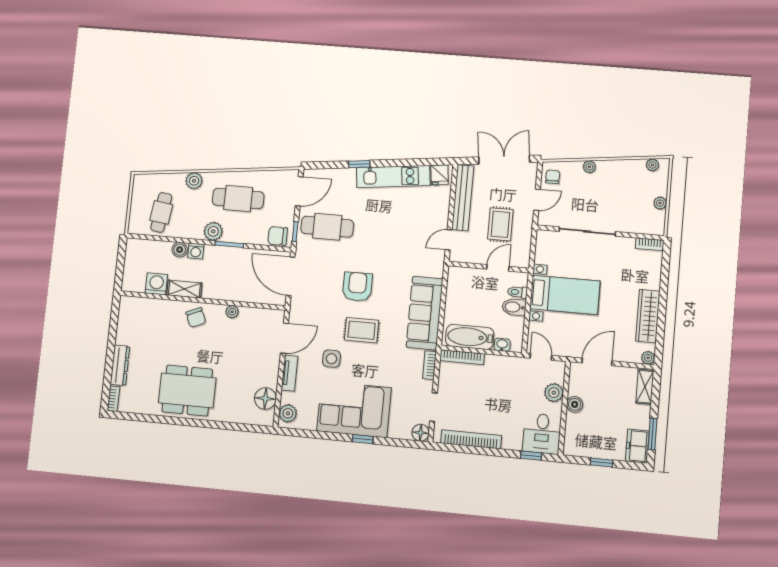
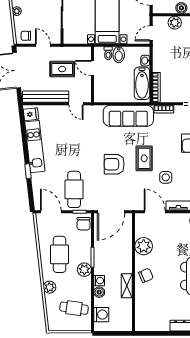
washing machine: (156, 284) -> (101, 315), moved, turned 180
plant: (232, 312) -> (144, 246), width x1.88, depth x1.88

